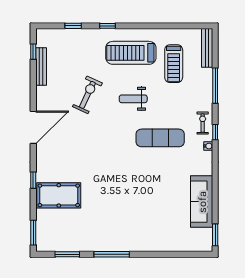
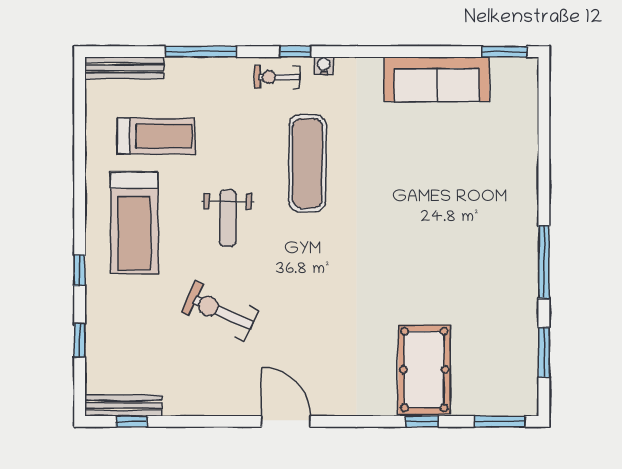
bench: (41, 67) -> (123, 405), moved
door: (33, 127) -> (286, 421), width x0.73
window: (33, 180) -> (422, 421), moved

